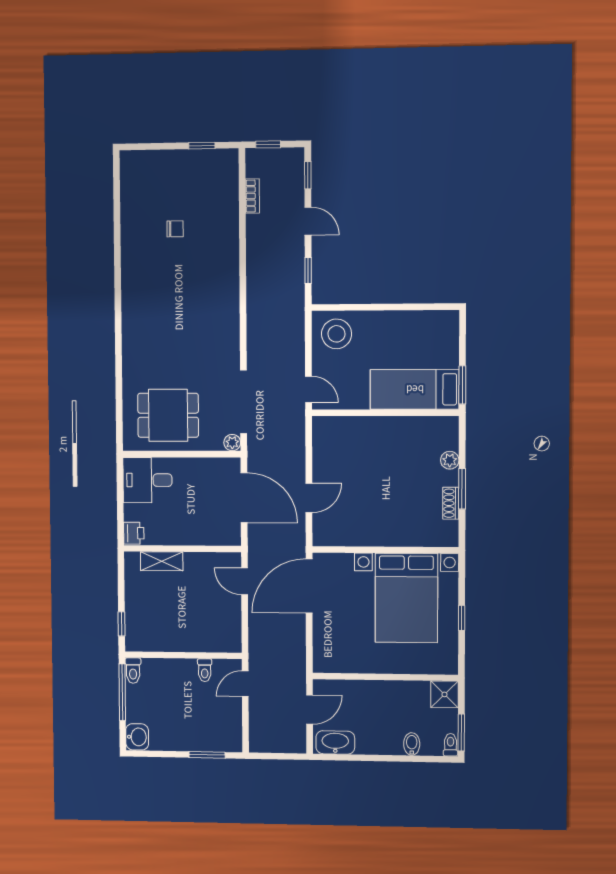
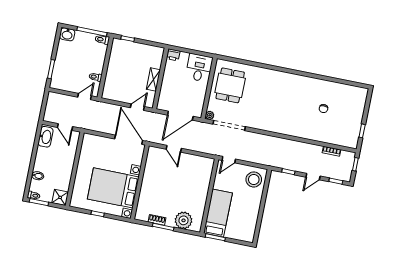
plant: (450, 460) -> (184, 220), width x1.87, depth x1.87
shelving: (162, 561) -> (153, 79), moved
door: (245, 684) -> (85, 97), hinge flipped

